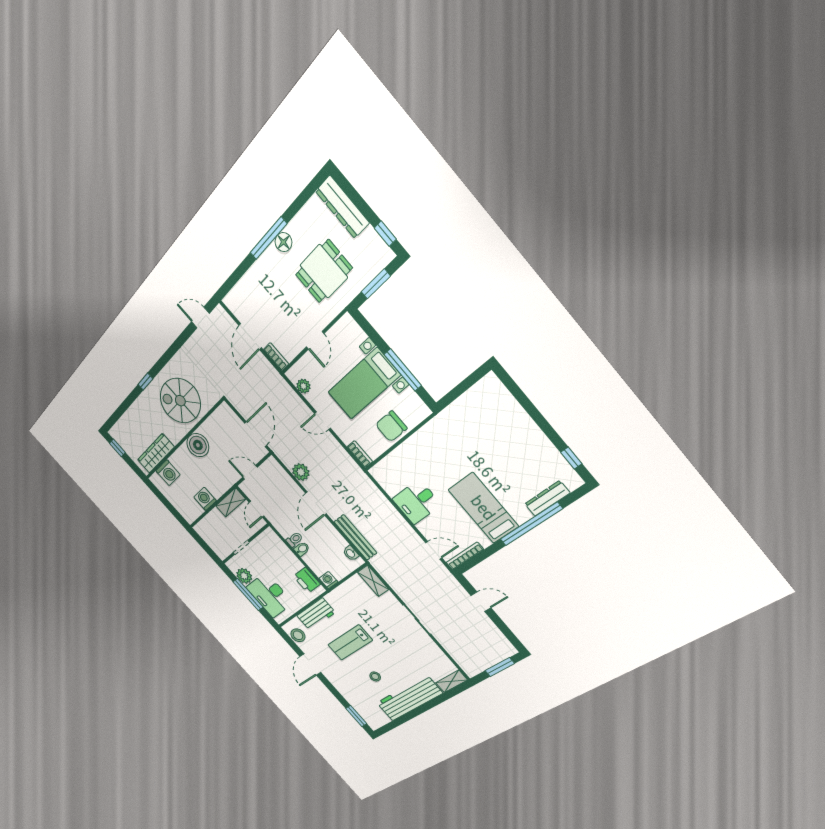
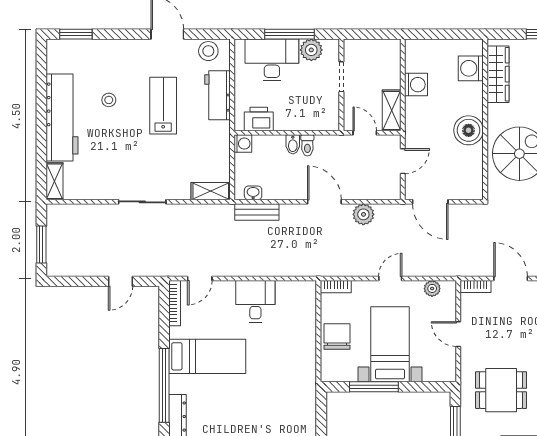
dining table: (324, 271) -> (501, 390), turned 90
bench: (355, 537) -> (257, 212), width x0.73

